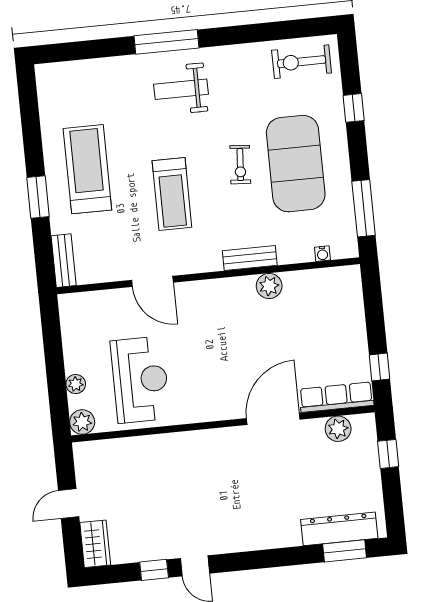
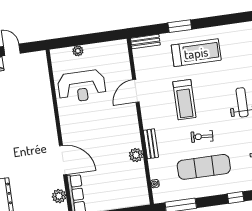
exercise mat: (296, 164) -> (204, 167), width x0.68
treadmill: (172, 194) -> (184, 100), turned -90
plant: (82, 422) -> (57, 55), removed

